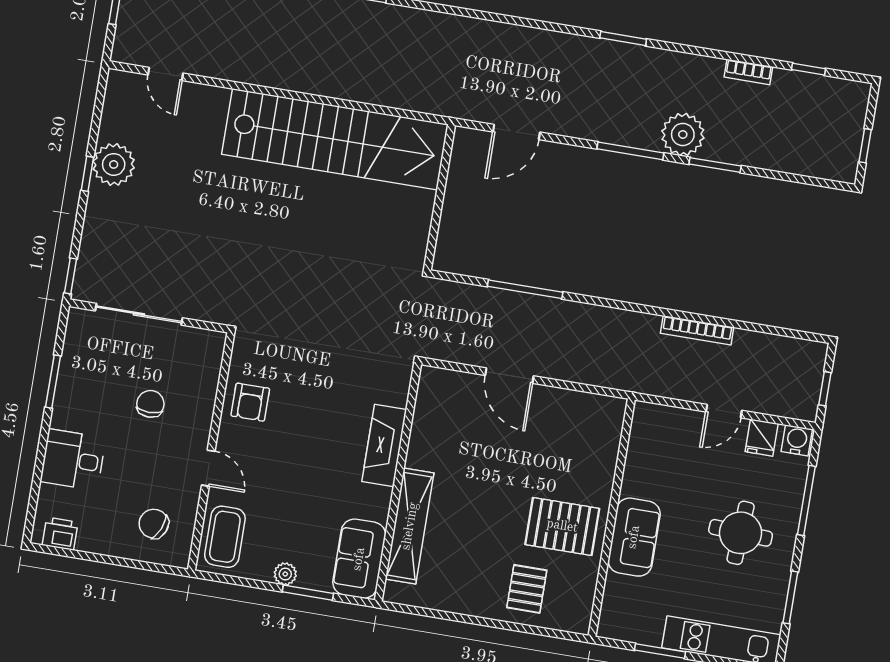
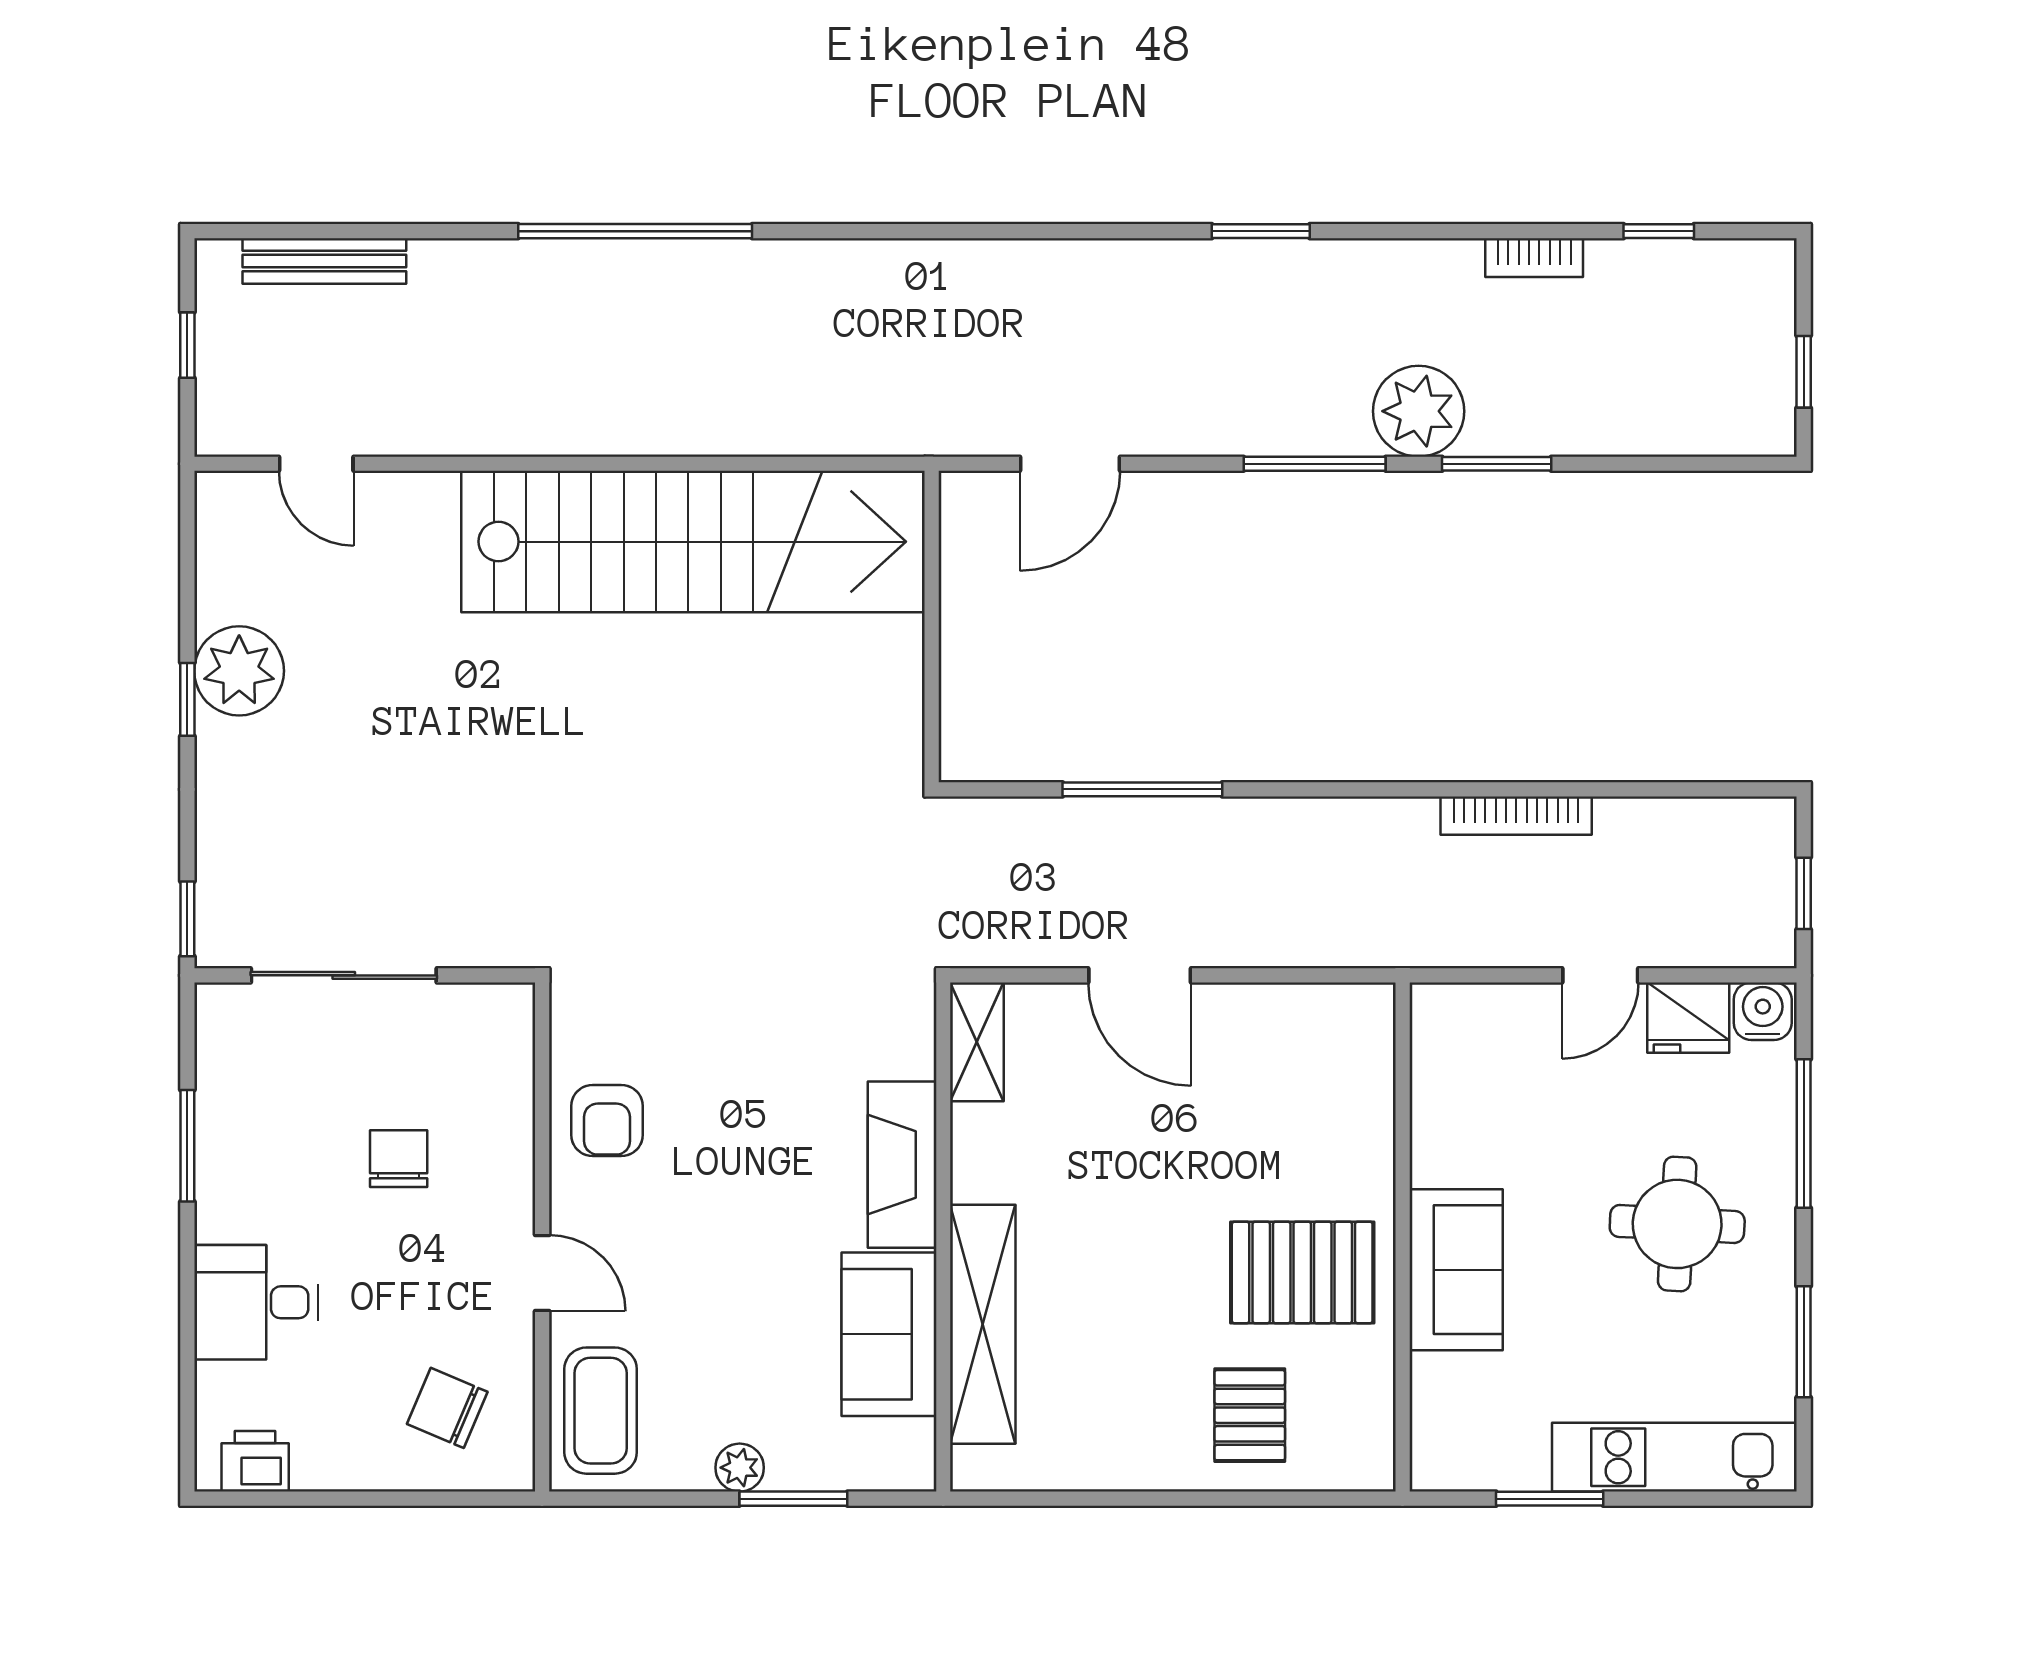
shelving: (429, 394) -> (977, 1042), added
fridge: (762, 438) -> (1688, 1018), width x1.38
sofa: (359, 559) -> (889, 1334), moved

